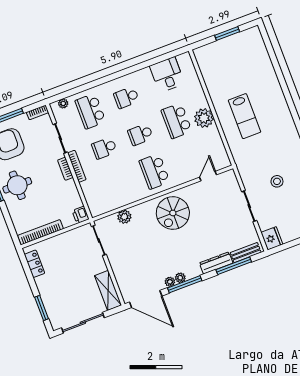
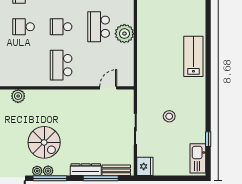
lab bench: (244, 116) -> (193, 56), moved, turned 180
spiral stairs: (173, 213) -> (44, 142), moved, turned -90

